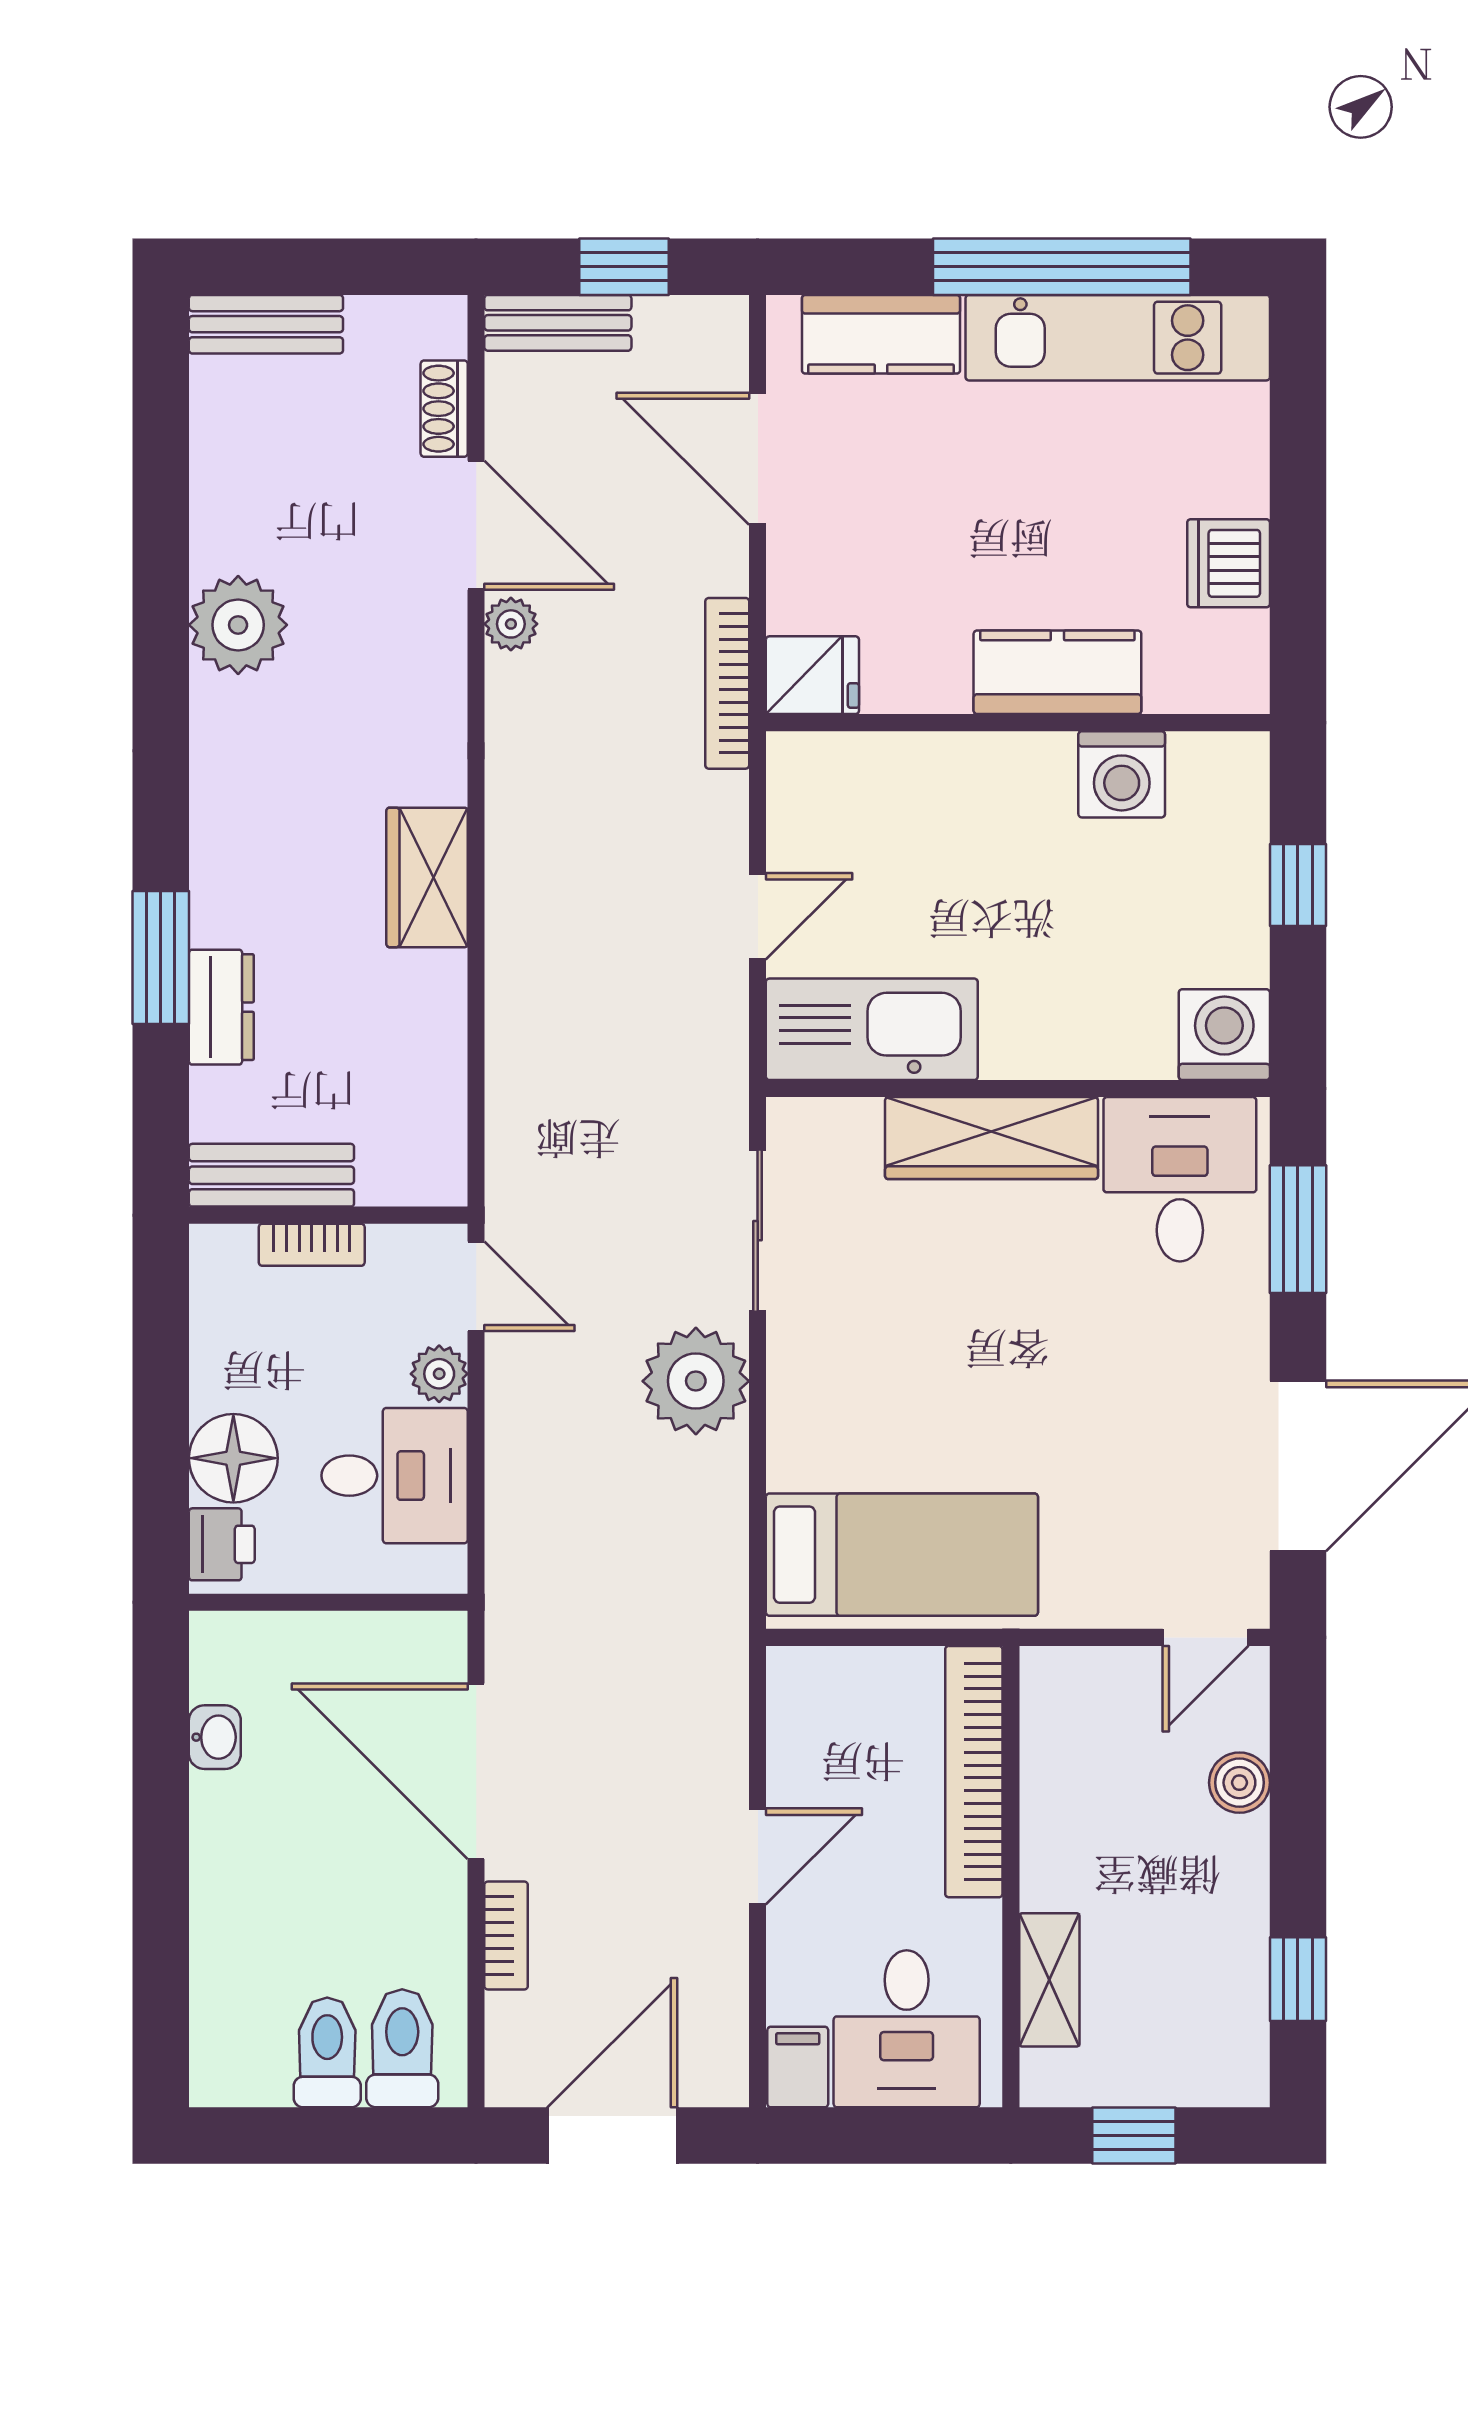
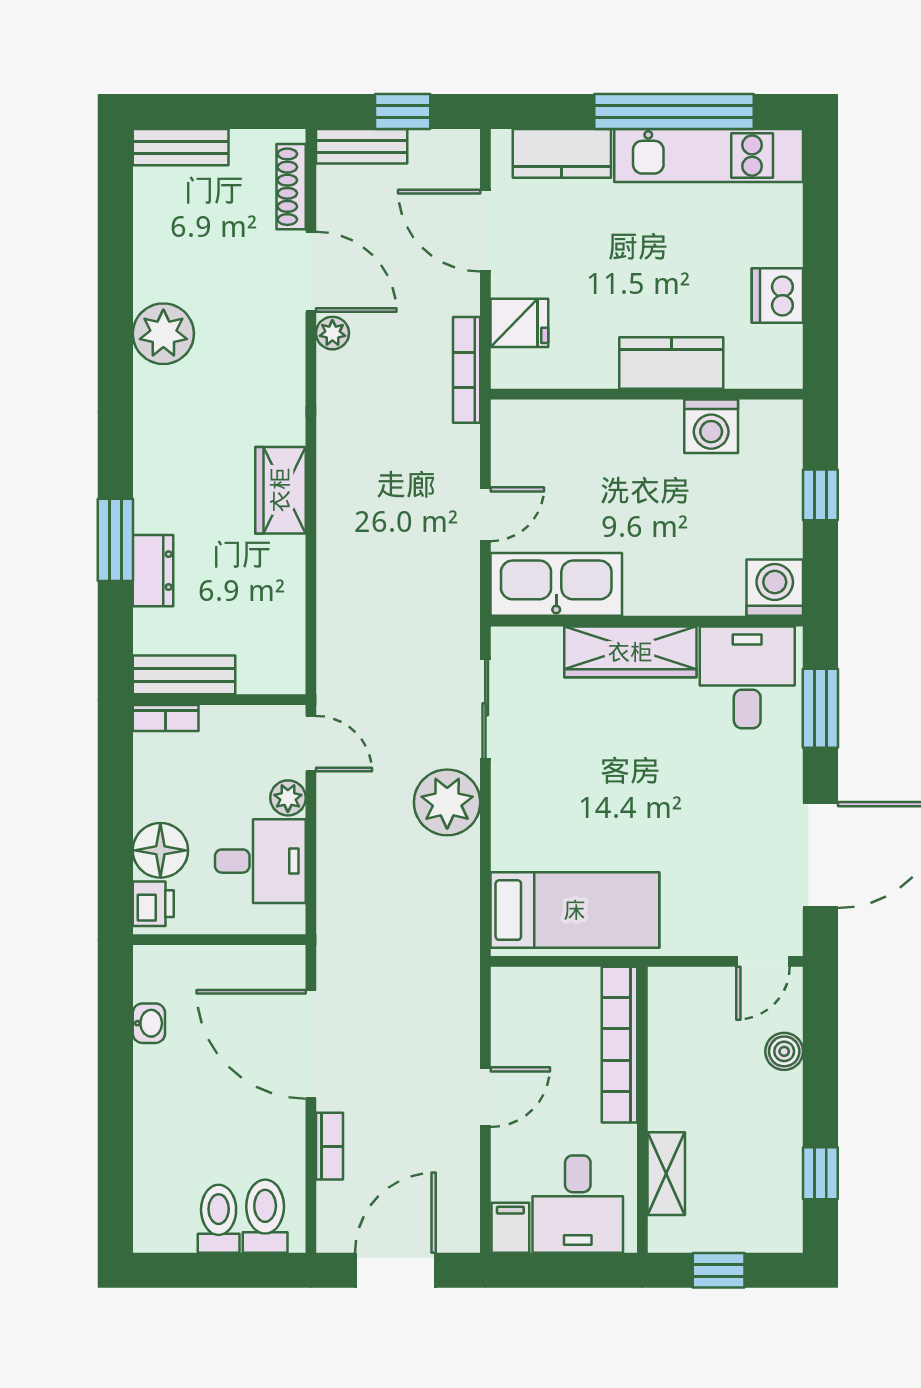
shoe rack: (444, 409) -> (291, 187), width x1.43
fridge: (812, 675) -> (519, 323), moved
bookcase: (312, 1245) -> (166, 718), moved

